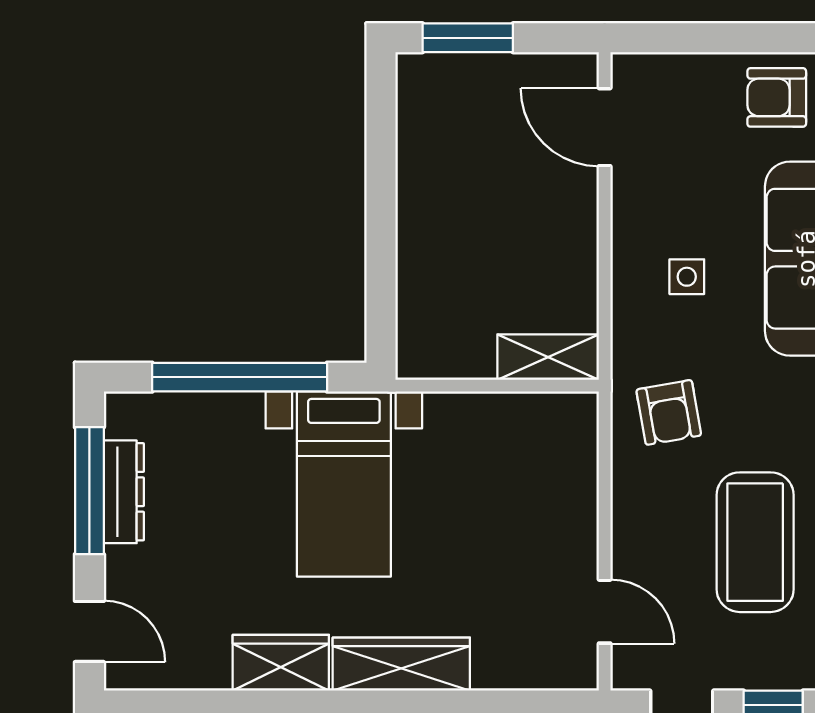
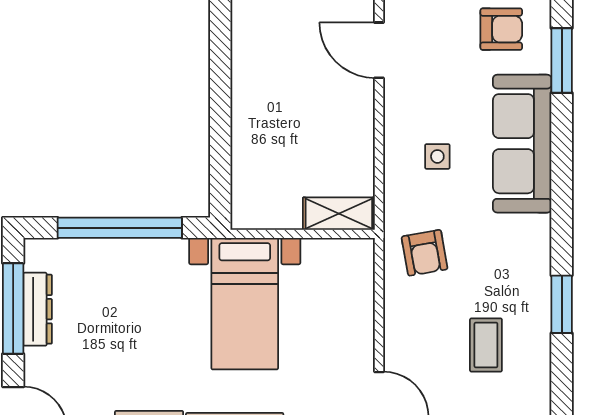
armchair: (777, 97) -> (501, 29), turned 180
bed with nightstands: (344, 484) -> (245, 304), moved
coffee table: (755, 542) -> (486, 345), width x0.54, depth x0.58

